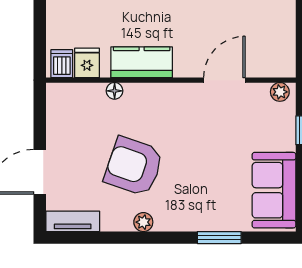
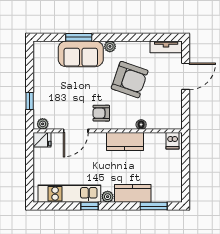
fridge: (87, 63) -> (42, 140), moved, turned -90
armchair: (182, 110) -> (101, 113), added
sofa: (274, 190) -> (81, 54), moved, turned 90
plant: (143, 222) -> (110, 46), moved

